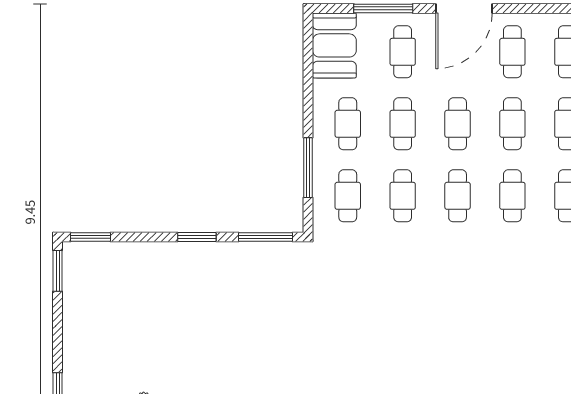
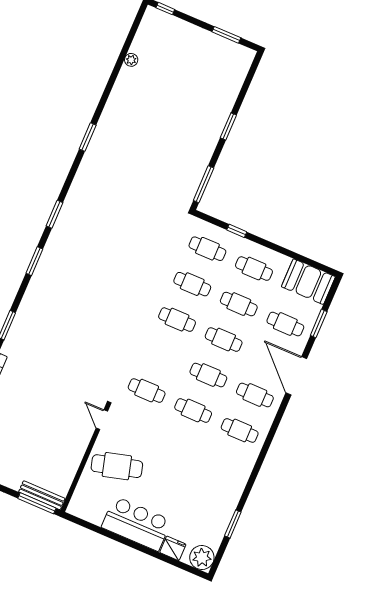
window: (383, 8) -> (319, 324), width x0.69
window: (308, 168) -> (237, 231), width x0.46
cafe table: (512, 196) -> (162, 355), removed
window: (90, 237) -> (252, 71), removed
window: (197, 237) -> (228, 126), moved
window: (58, 271) -> (226, 35), moved

